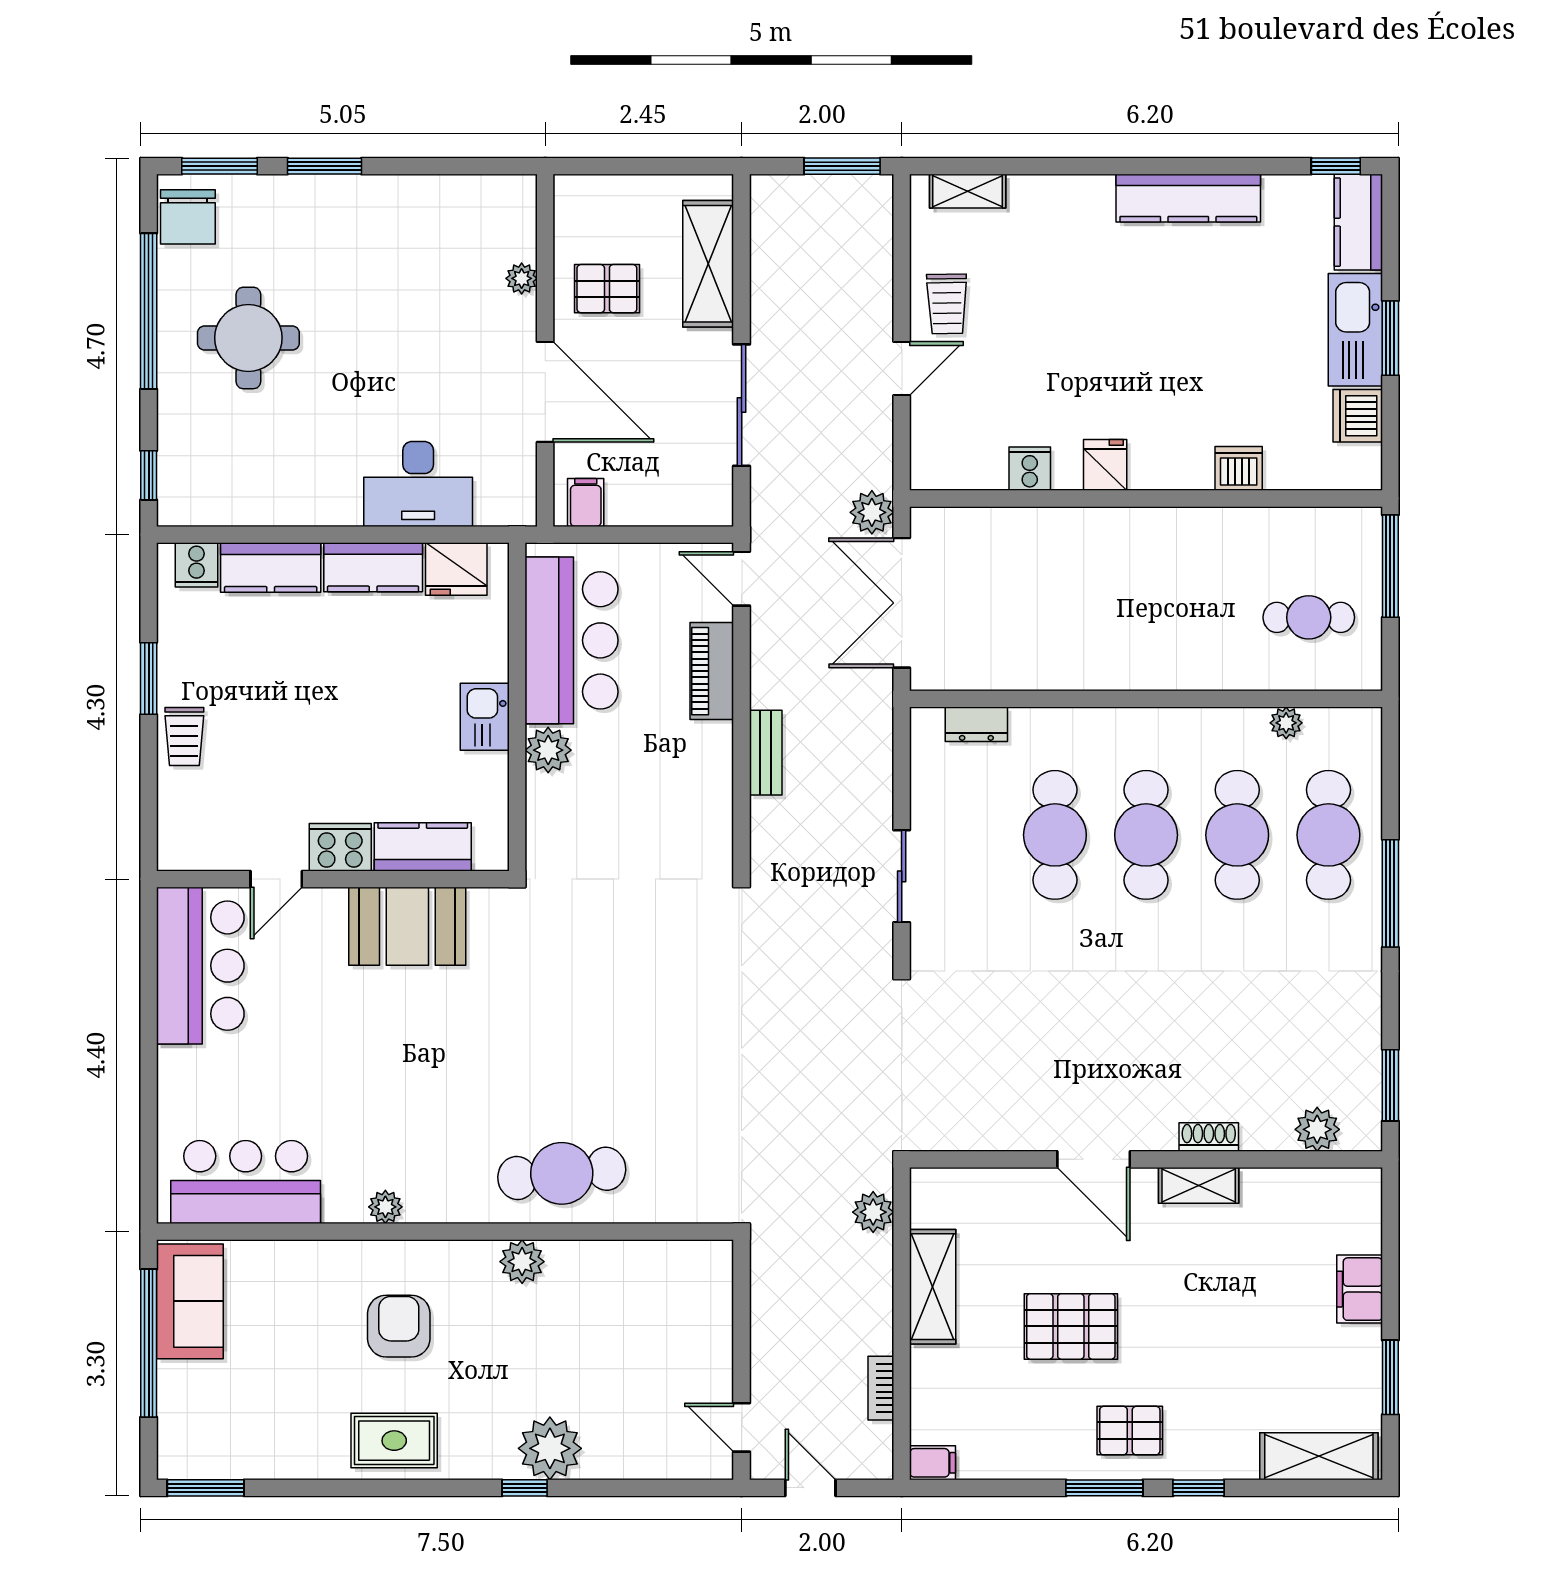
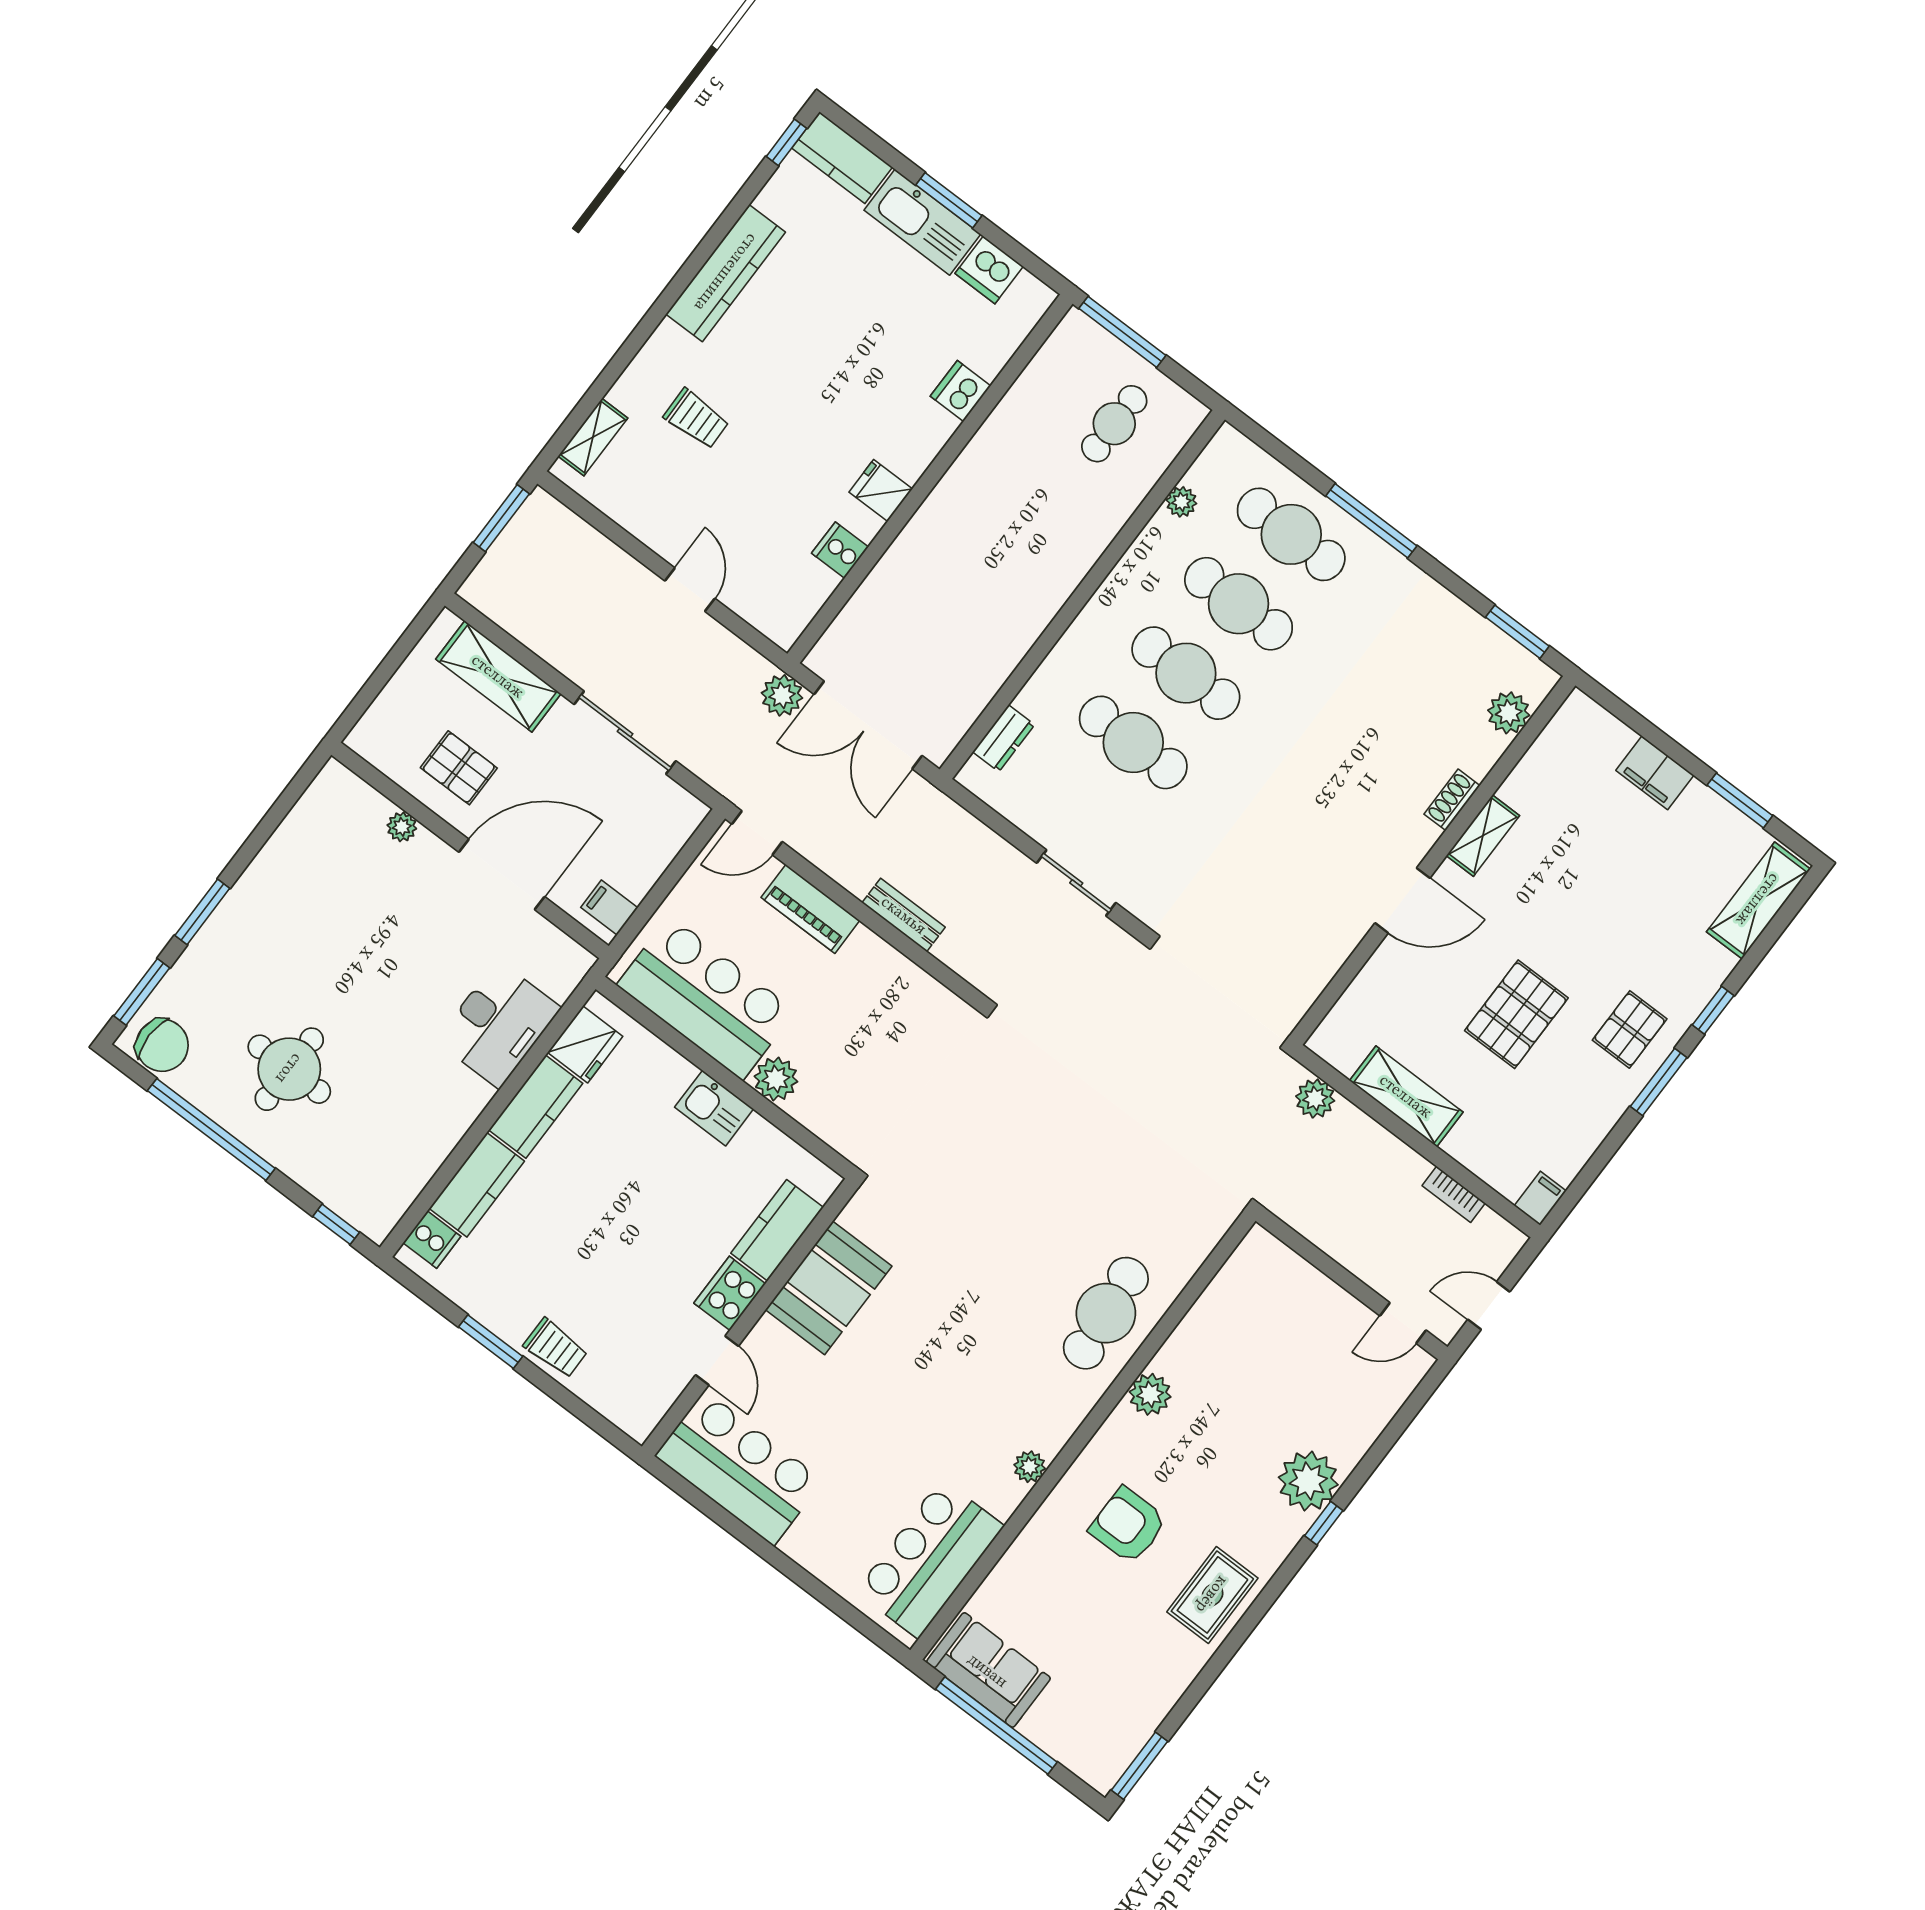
pallet: (607, 289) -> (459, 768), turned 90
trolley: (947, 304) -> (696, 419), moved

